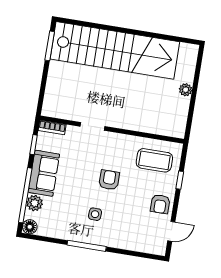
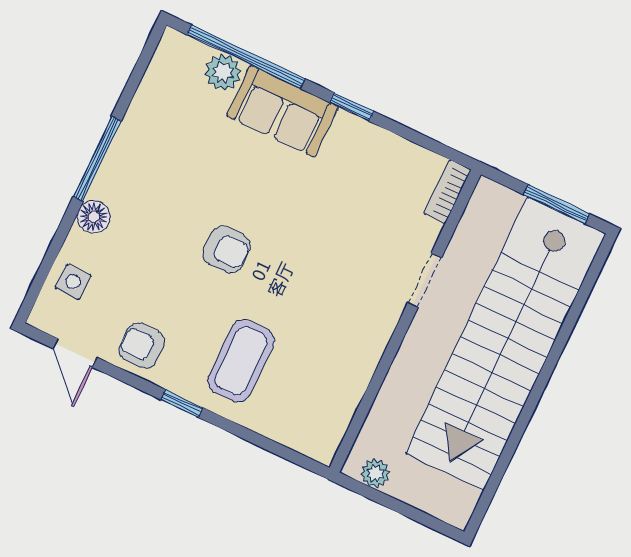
doorway: (92, 126) -> (425, 280), moved
bookcase: (52, 128) -> (447, 192), moved
wall: (112, 130) -> (405, 321), moved
side table: (95, 214) -> (73, 282), moved
floor lamp: (30, 227) -> (94, 217), moved

